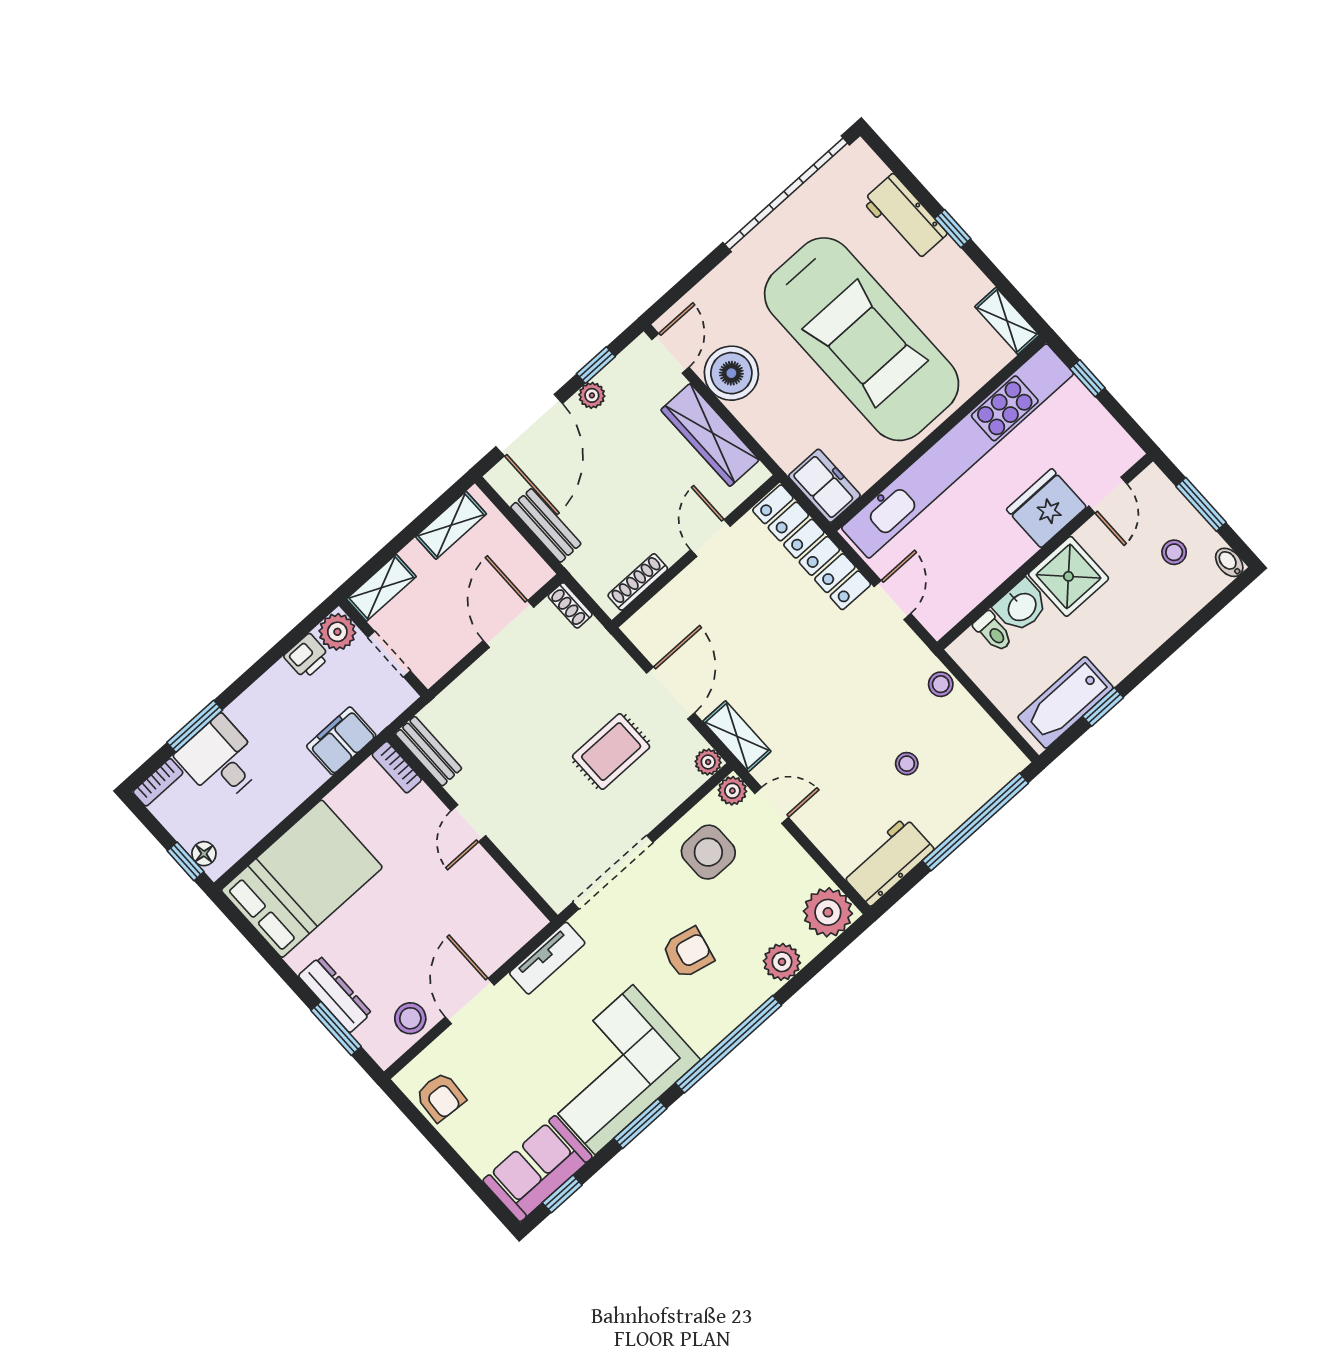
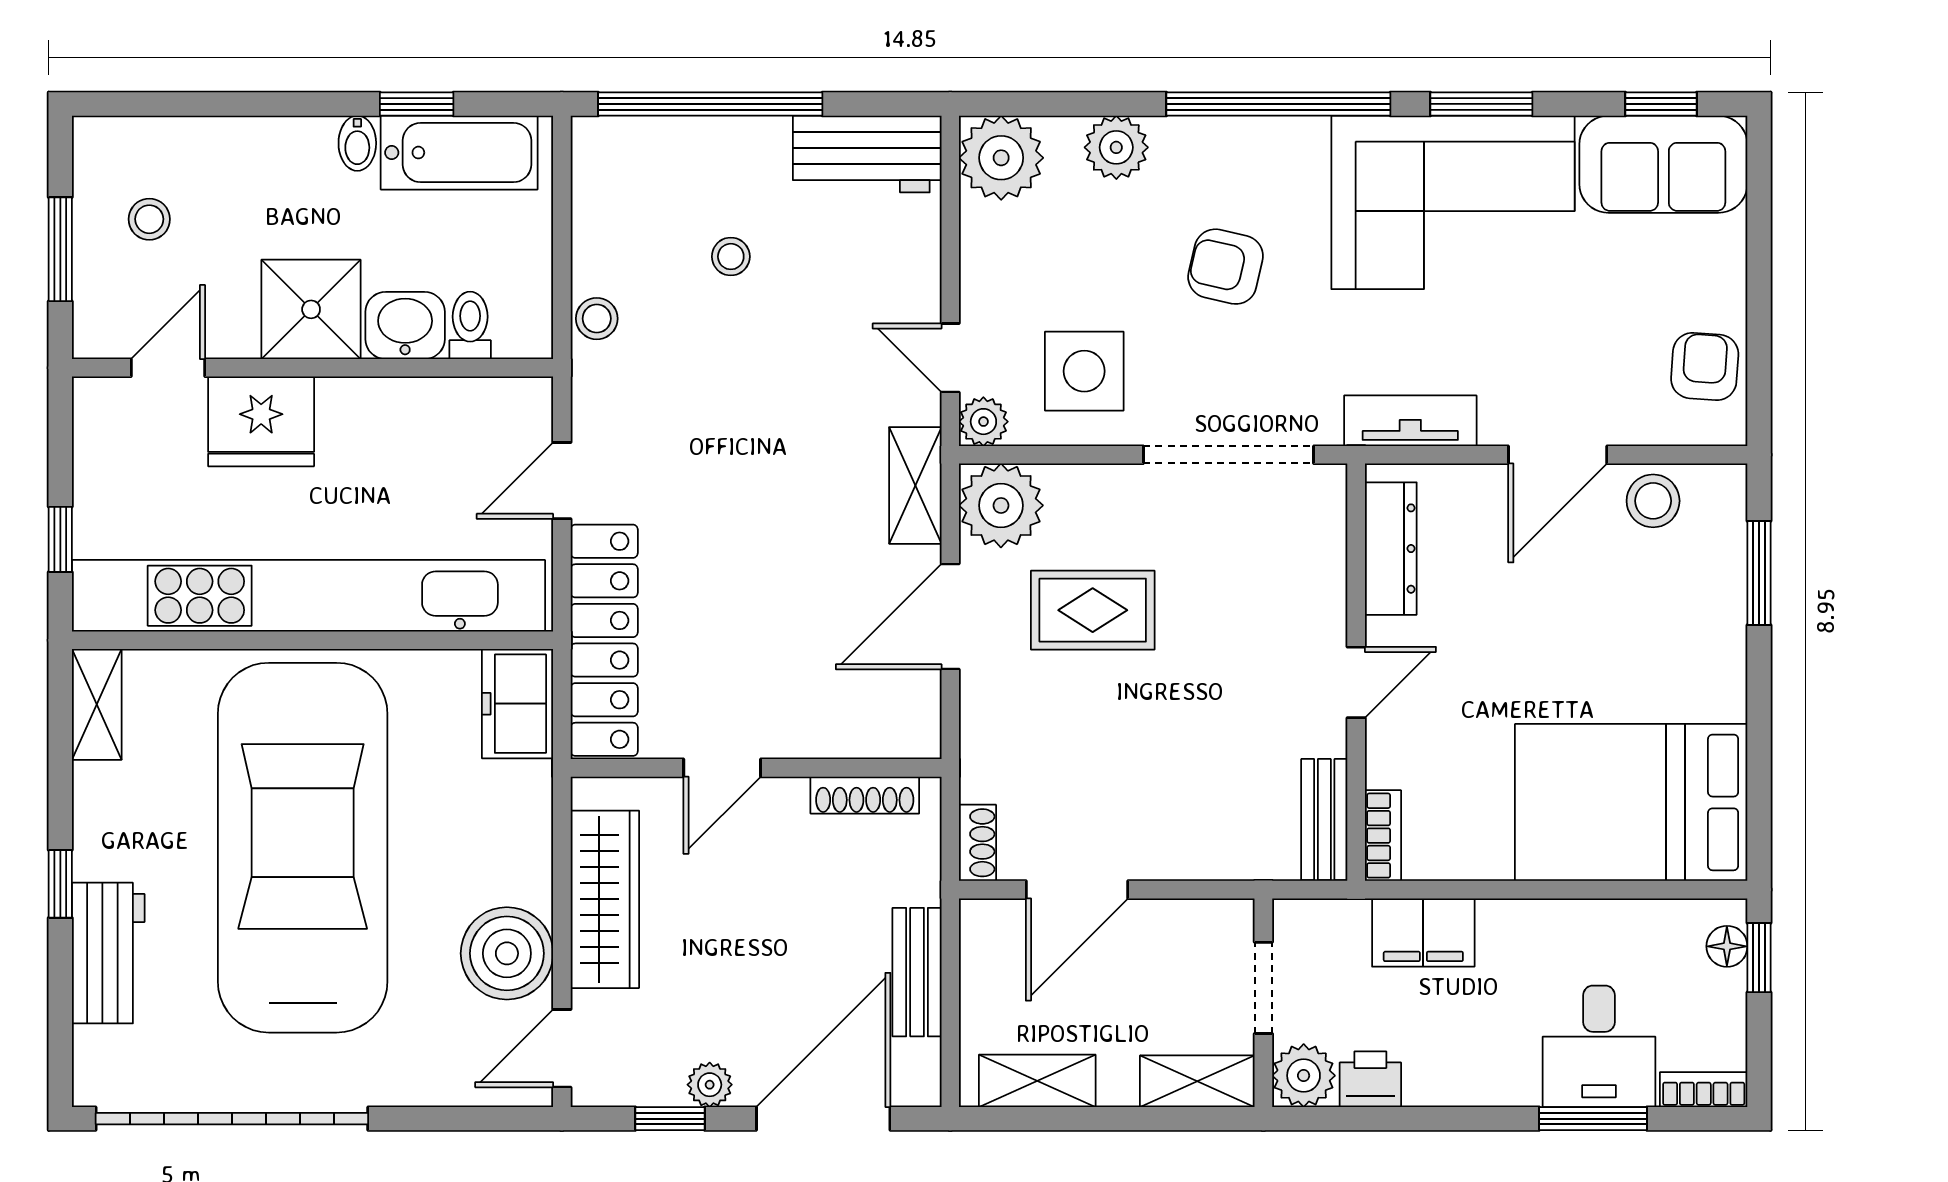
bidet: (1229, 562) -> (357, 143), moved
plant: (708, 762) -> (1001, 505), width x1.87, depth x1.87
dresser: (335, 994) -> (1391, 549), moved, turned 180

